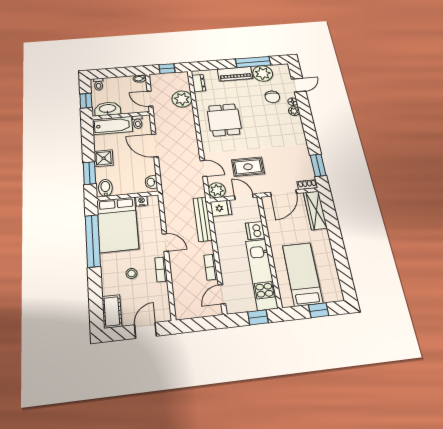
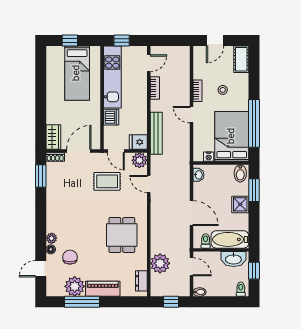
wardrobe: (315, 210) -> (53, 137), width x0.67

